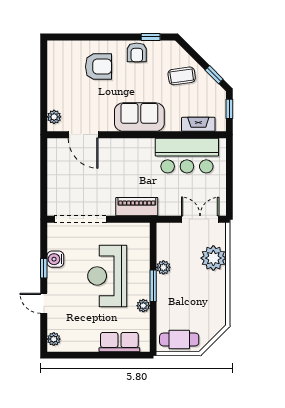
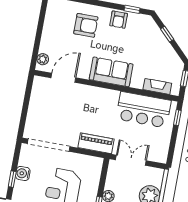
window: (214, 75) -> (167, 34), moved
coffee table: (182, 76) -> (151, 45), removed
door: (83, 135) -> (63, 78), swing flipped
window: (229, 158) -> (177, 118), added
double door: (200, 219) -> (131, 160), moved

